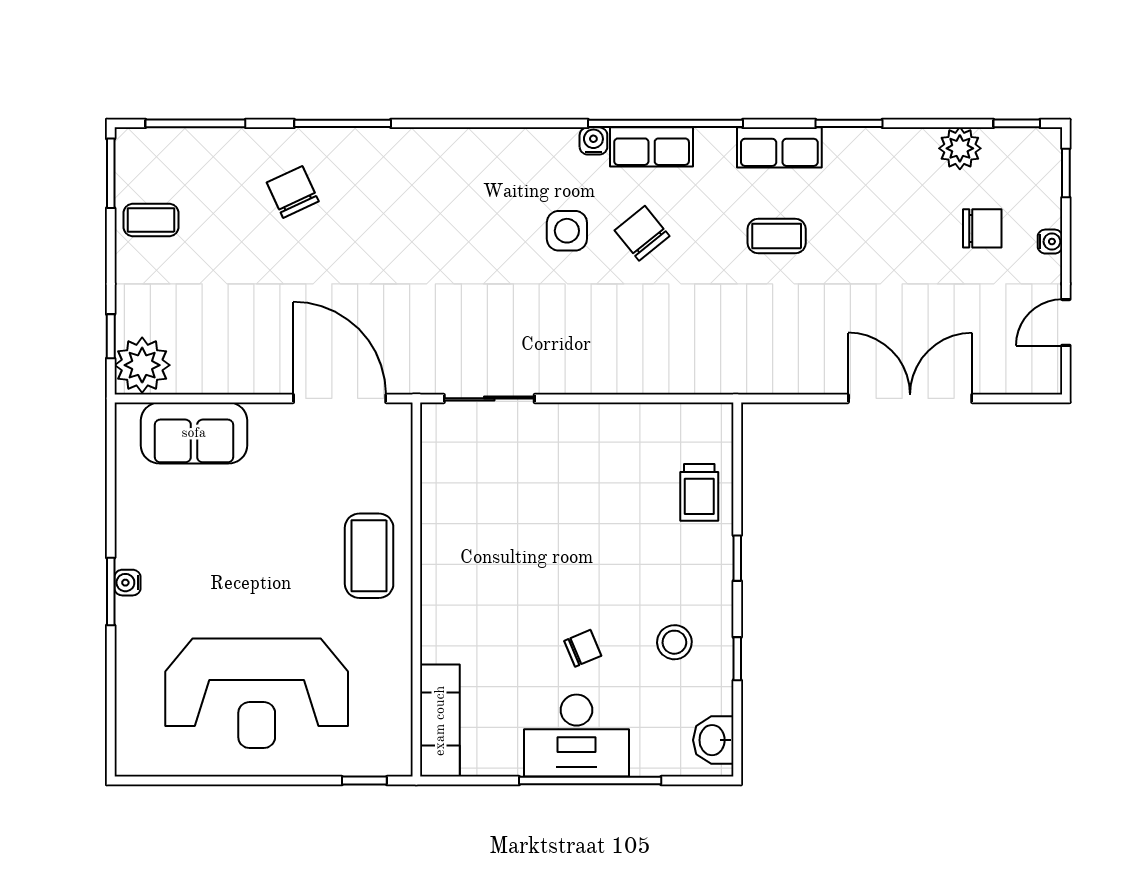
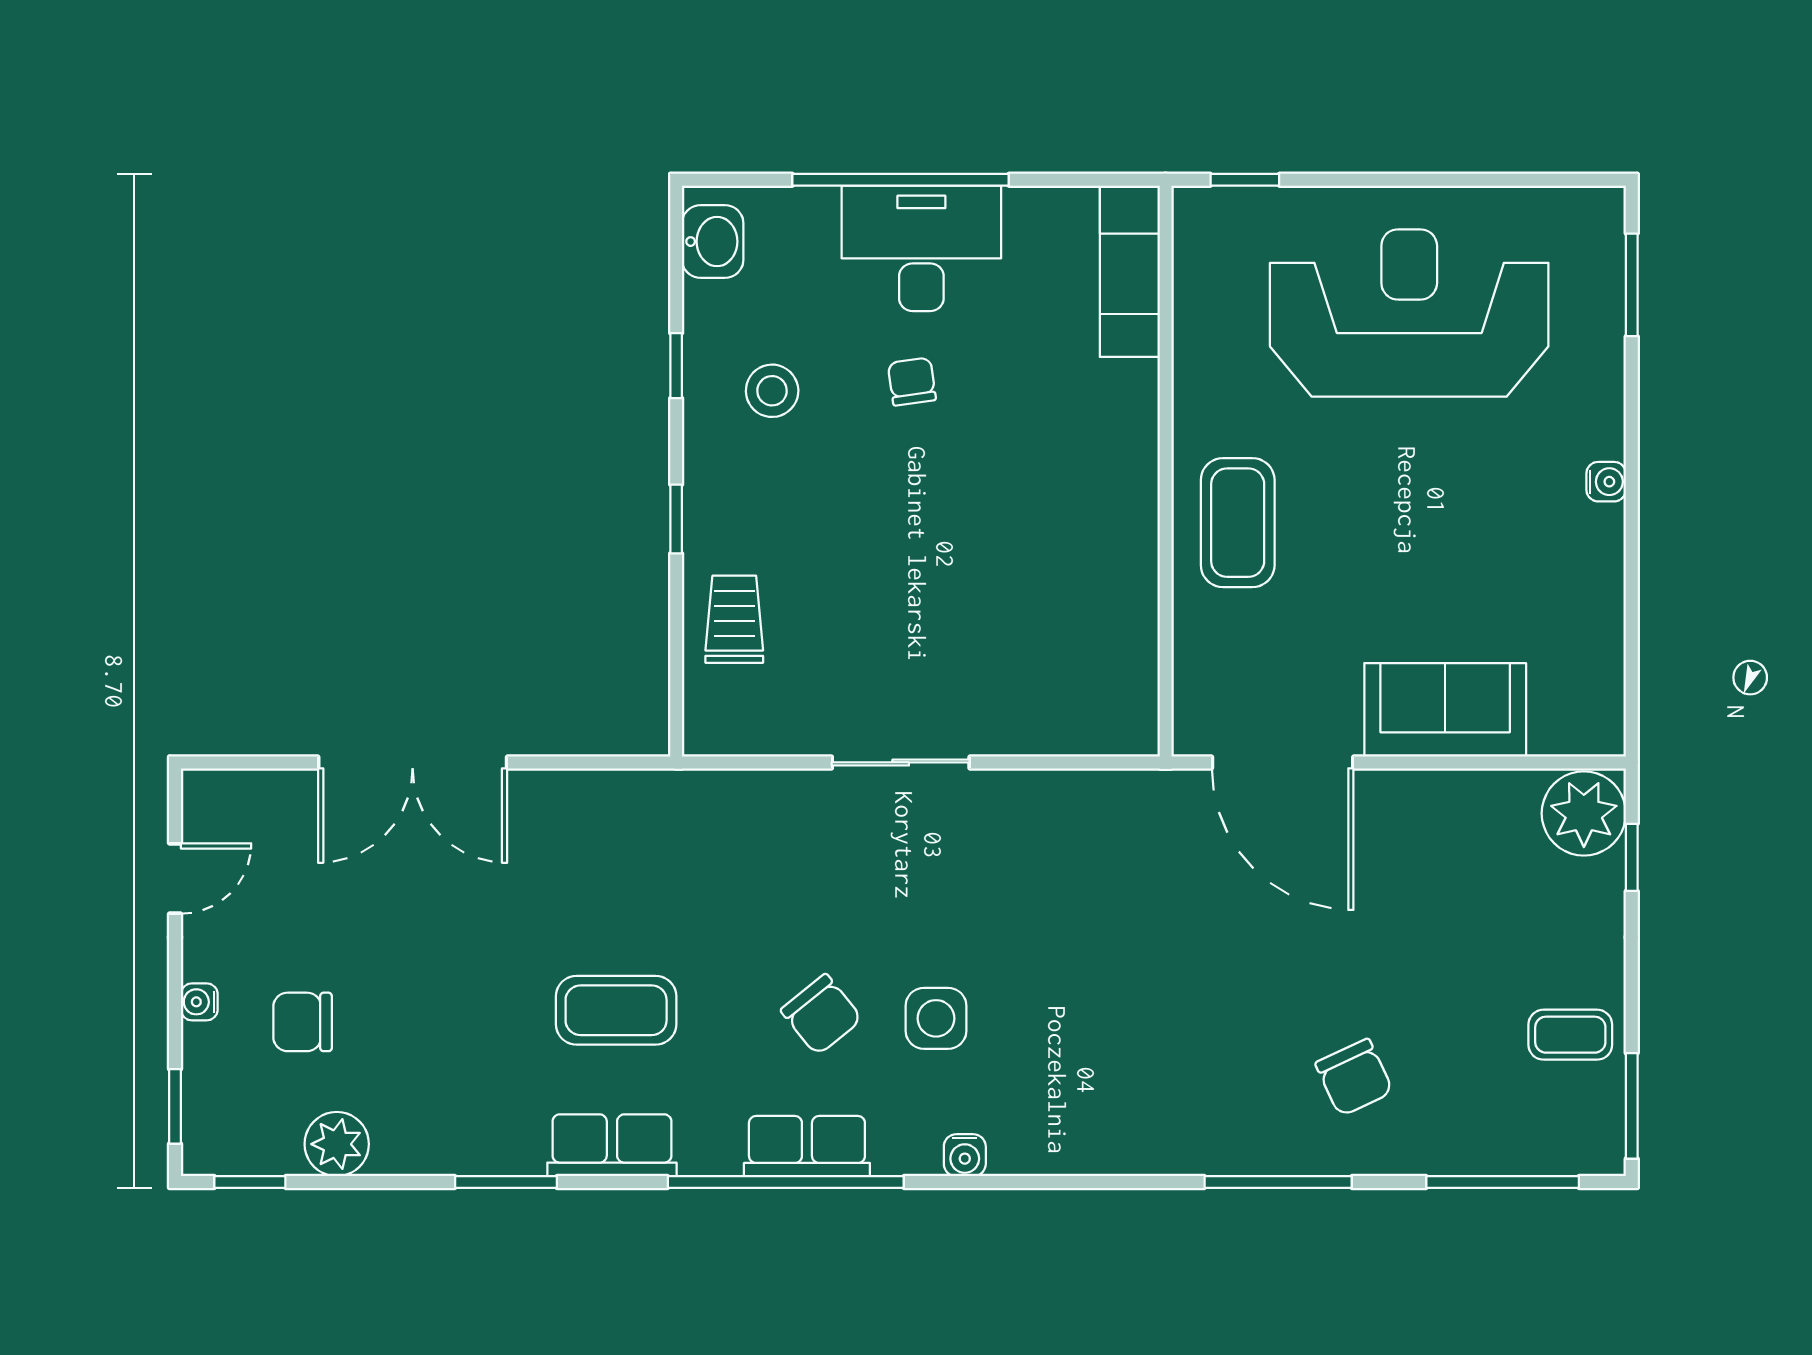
water cooler: (593, 141) -> (965, 1155), moved
coffee table: (777, 236) -> (616, 1010), width x1.36, depth x1.30
sliding door: (489, 398) -> (901, 762), moved
sofa: (194, 433) -> (1445, 710), moved
window: (111, 591) -> (1632, 285), moved
chair: (583, 648) -> (912, 382), turned 105

